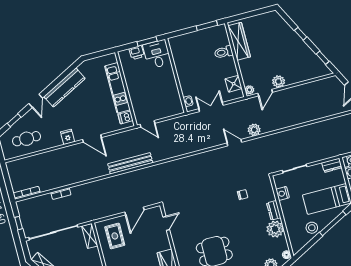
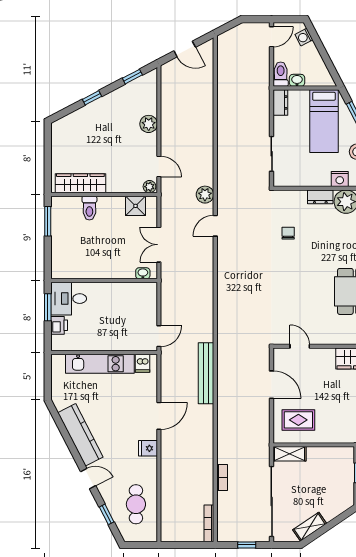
plant: (279, 82) -> (149, 124), moved
nightstand: (282, 193) -> (340, 179), moved

